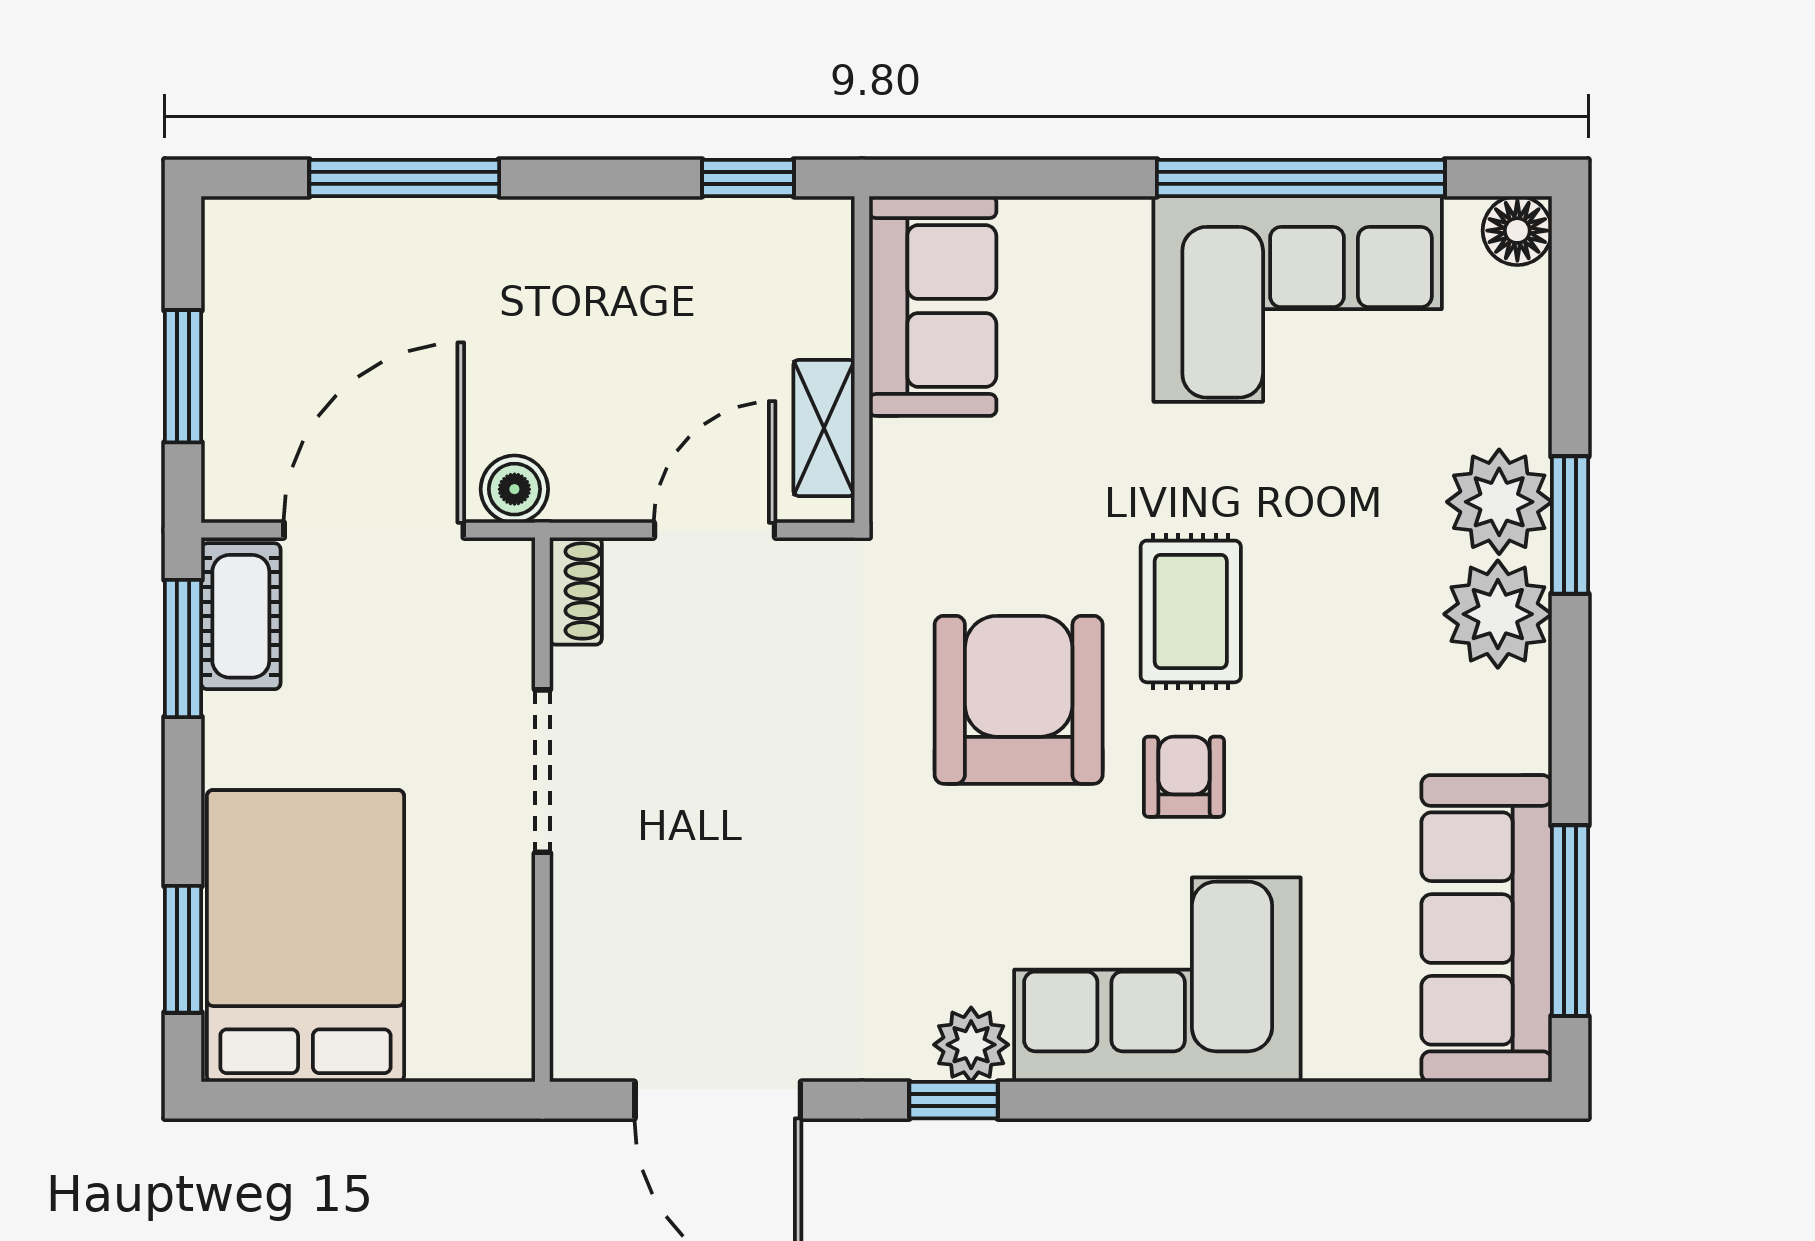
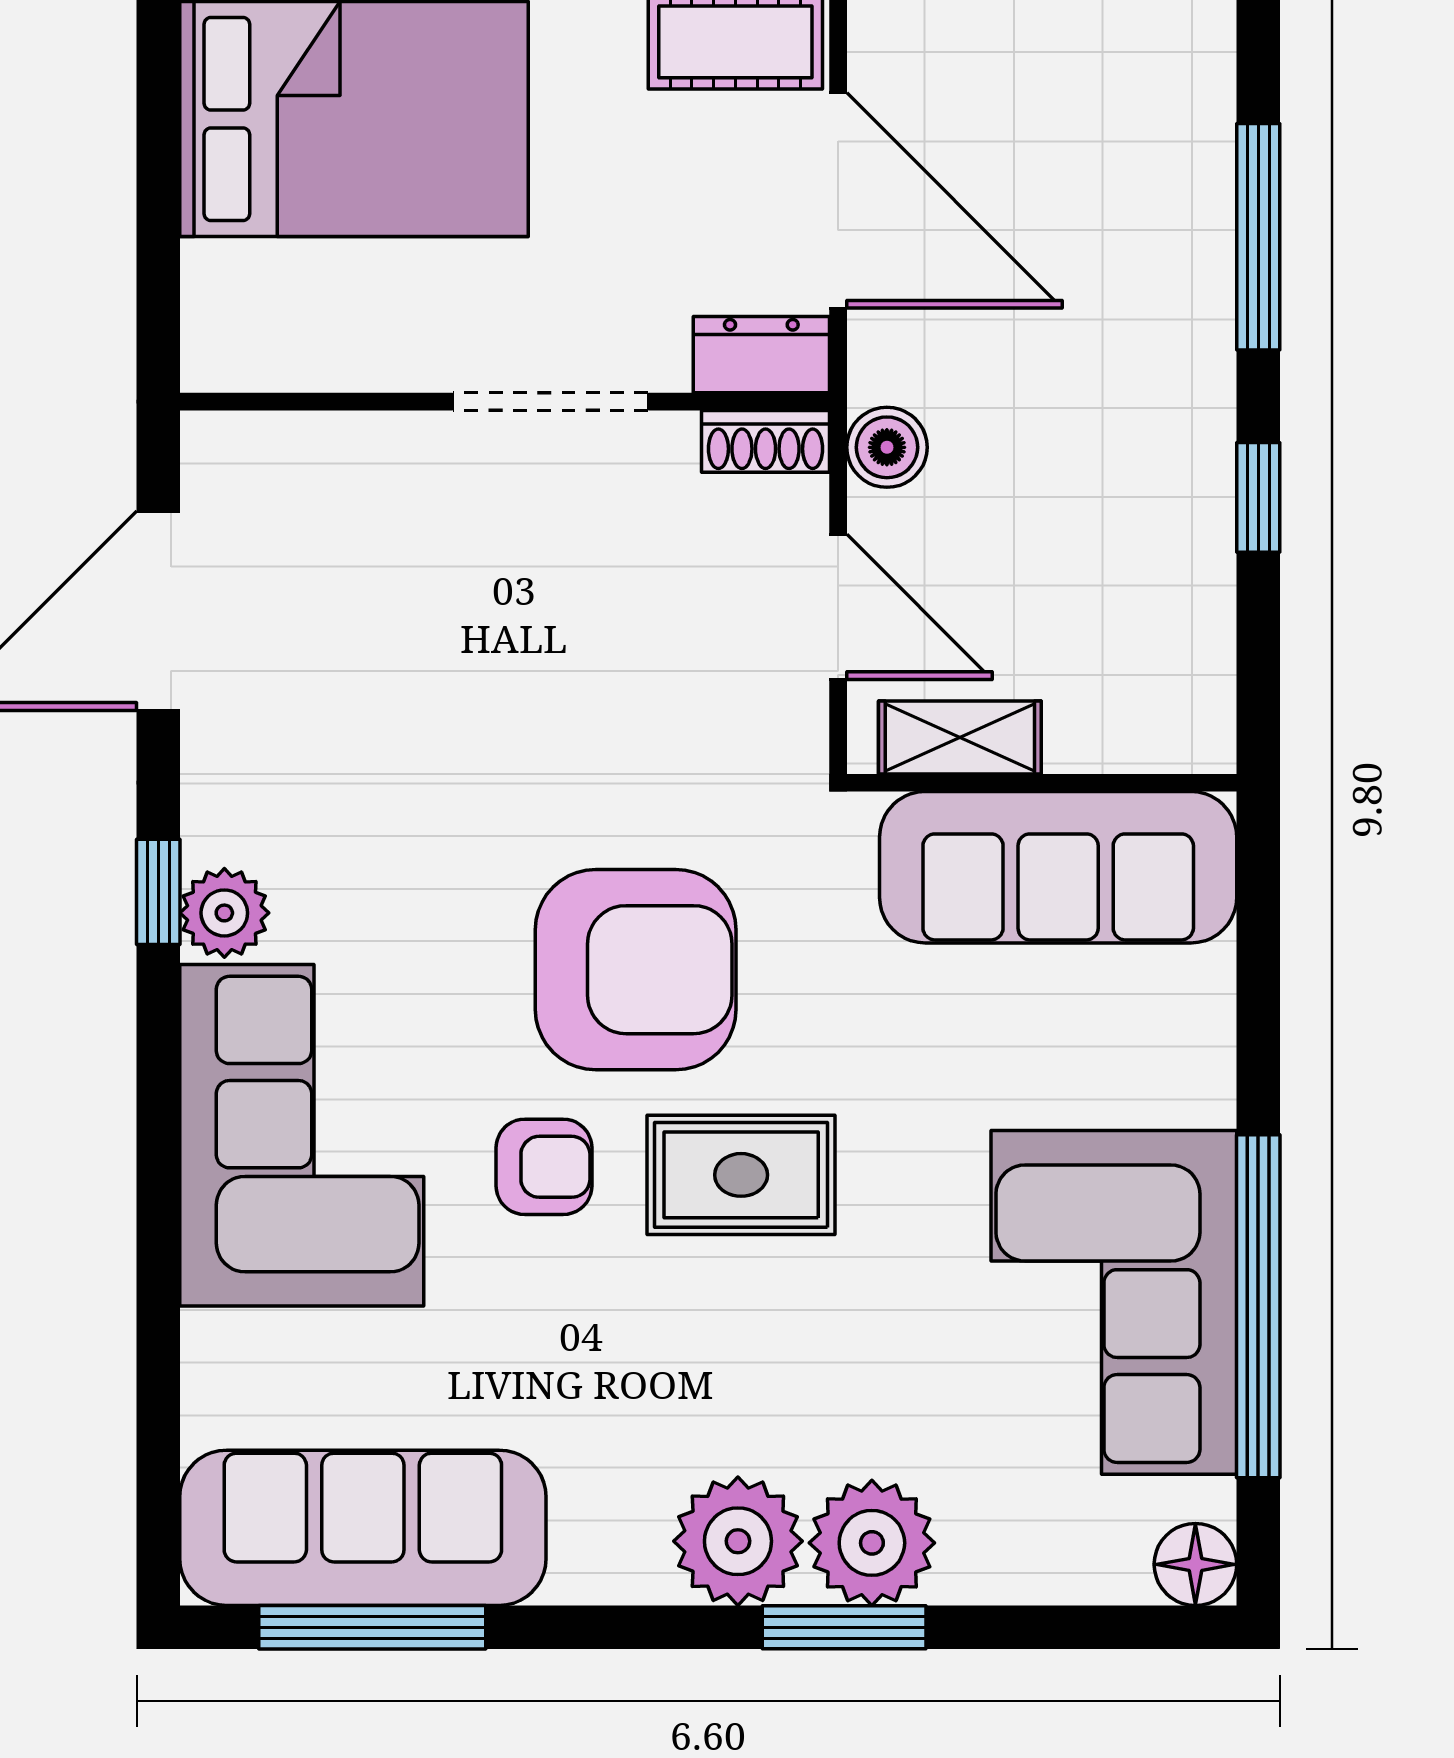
window: (748, 178) -> (1258, 497), moved
sofa: (933, 306) -> (1058, 867), width x1.36
boiler: (514, 489) -> (887, 447), moved
dresser: (503, 594) -> (761, 355), added

